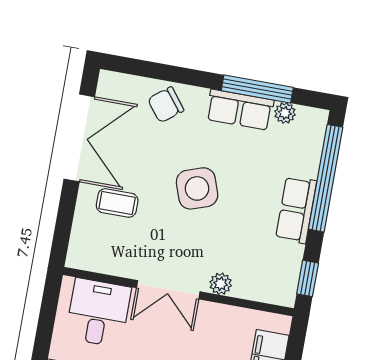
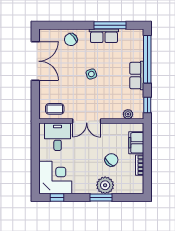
plant: (285, 113) -> (124, 34), removed
side table: (197, 188) -> (91, 74), width x0.54, depth x0.54
coffee table: (117, 203) -> (55, 109), moved
plant: (221, 284) -> (128, 114), moved

